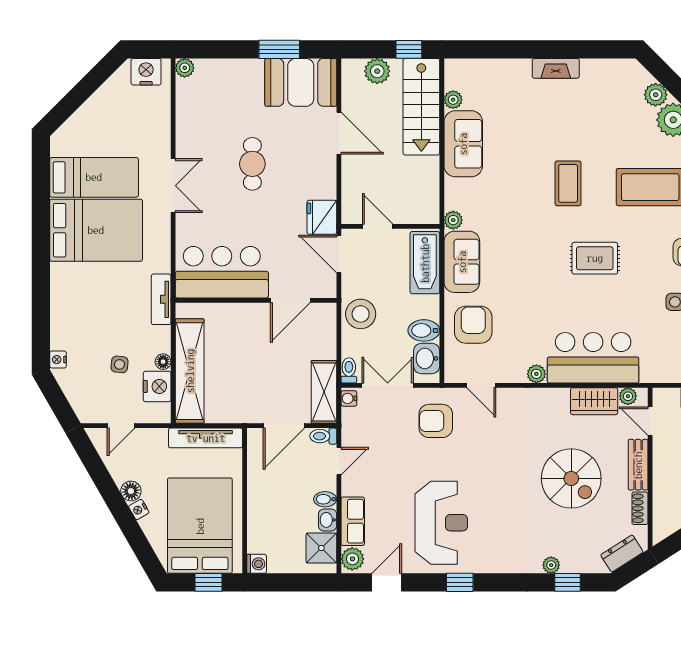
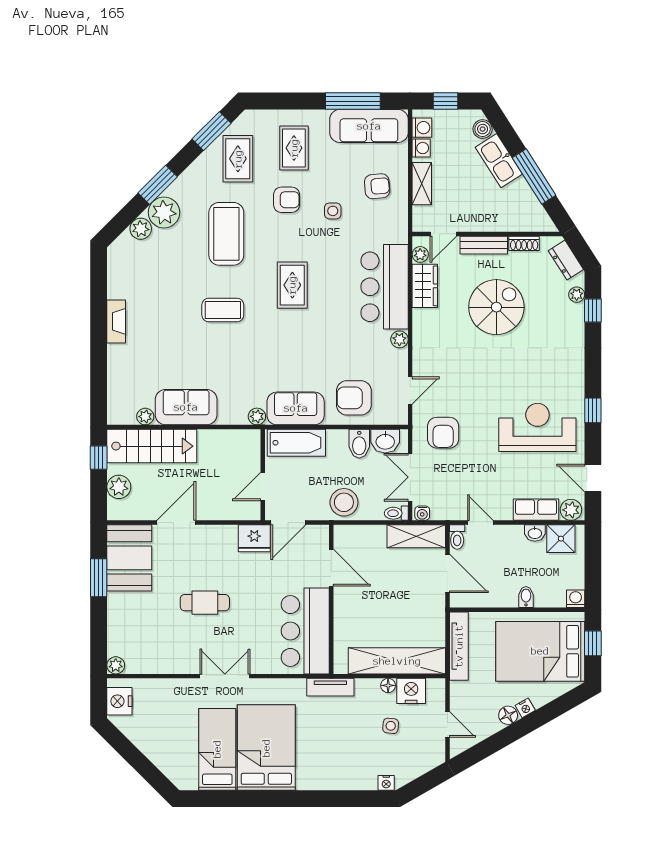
bidet: (325, 499) -> (526, 597), moved, turned 180
plant: (551, 565) -> (577, 295), moved

